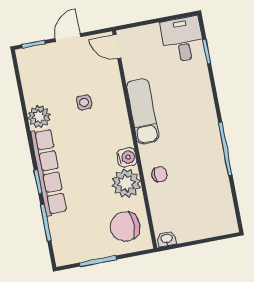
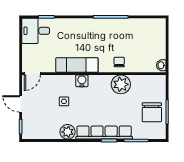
water cooler: (127, 157) -> (82, 81), moved
chair: (125, 227) -> (152, 112), moved

